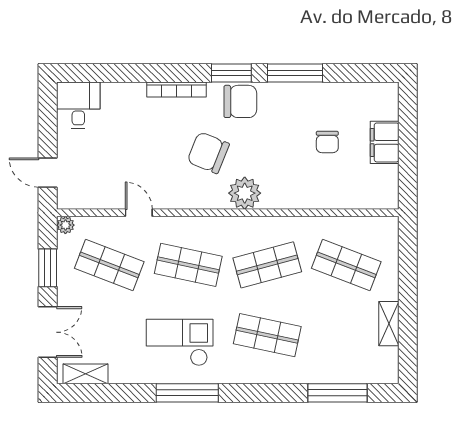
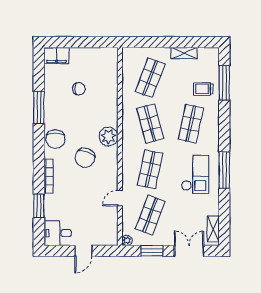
window: (231, 73) -> (39, 206), moved
chair: (240, 101) -> (55, 139), turned 180
filing cabinet: (385, 142) -> (56, 56), moved
door: (48, 173) -> (83, 251), moved
checkout: (180, 342) -> (195, 174), turned 180
trolley: (327, 357) -> (203, 89), added

